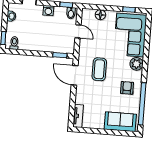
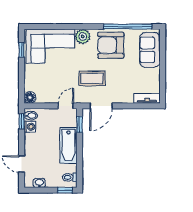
washing machine: (48, 11) -> (30, 127), moved
floor lamp: (100, 15) -> (30, 97), moved
door: (78, 31) -> (66, 106), moved
bathtub: (42, 44) -> (68, 145), added
armchair: (127, 88) -> (111, 45), width x1.88, depth x1.88

